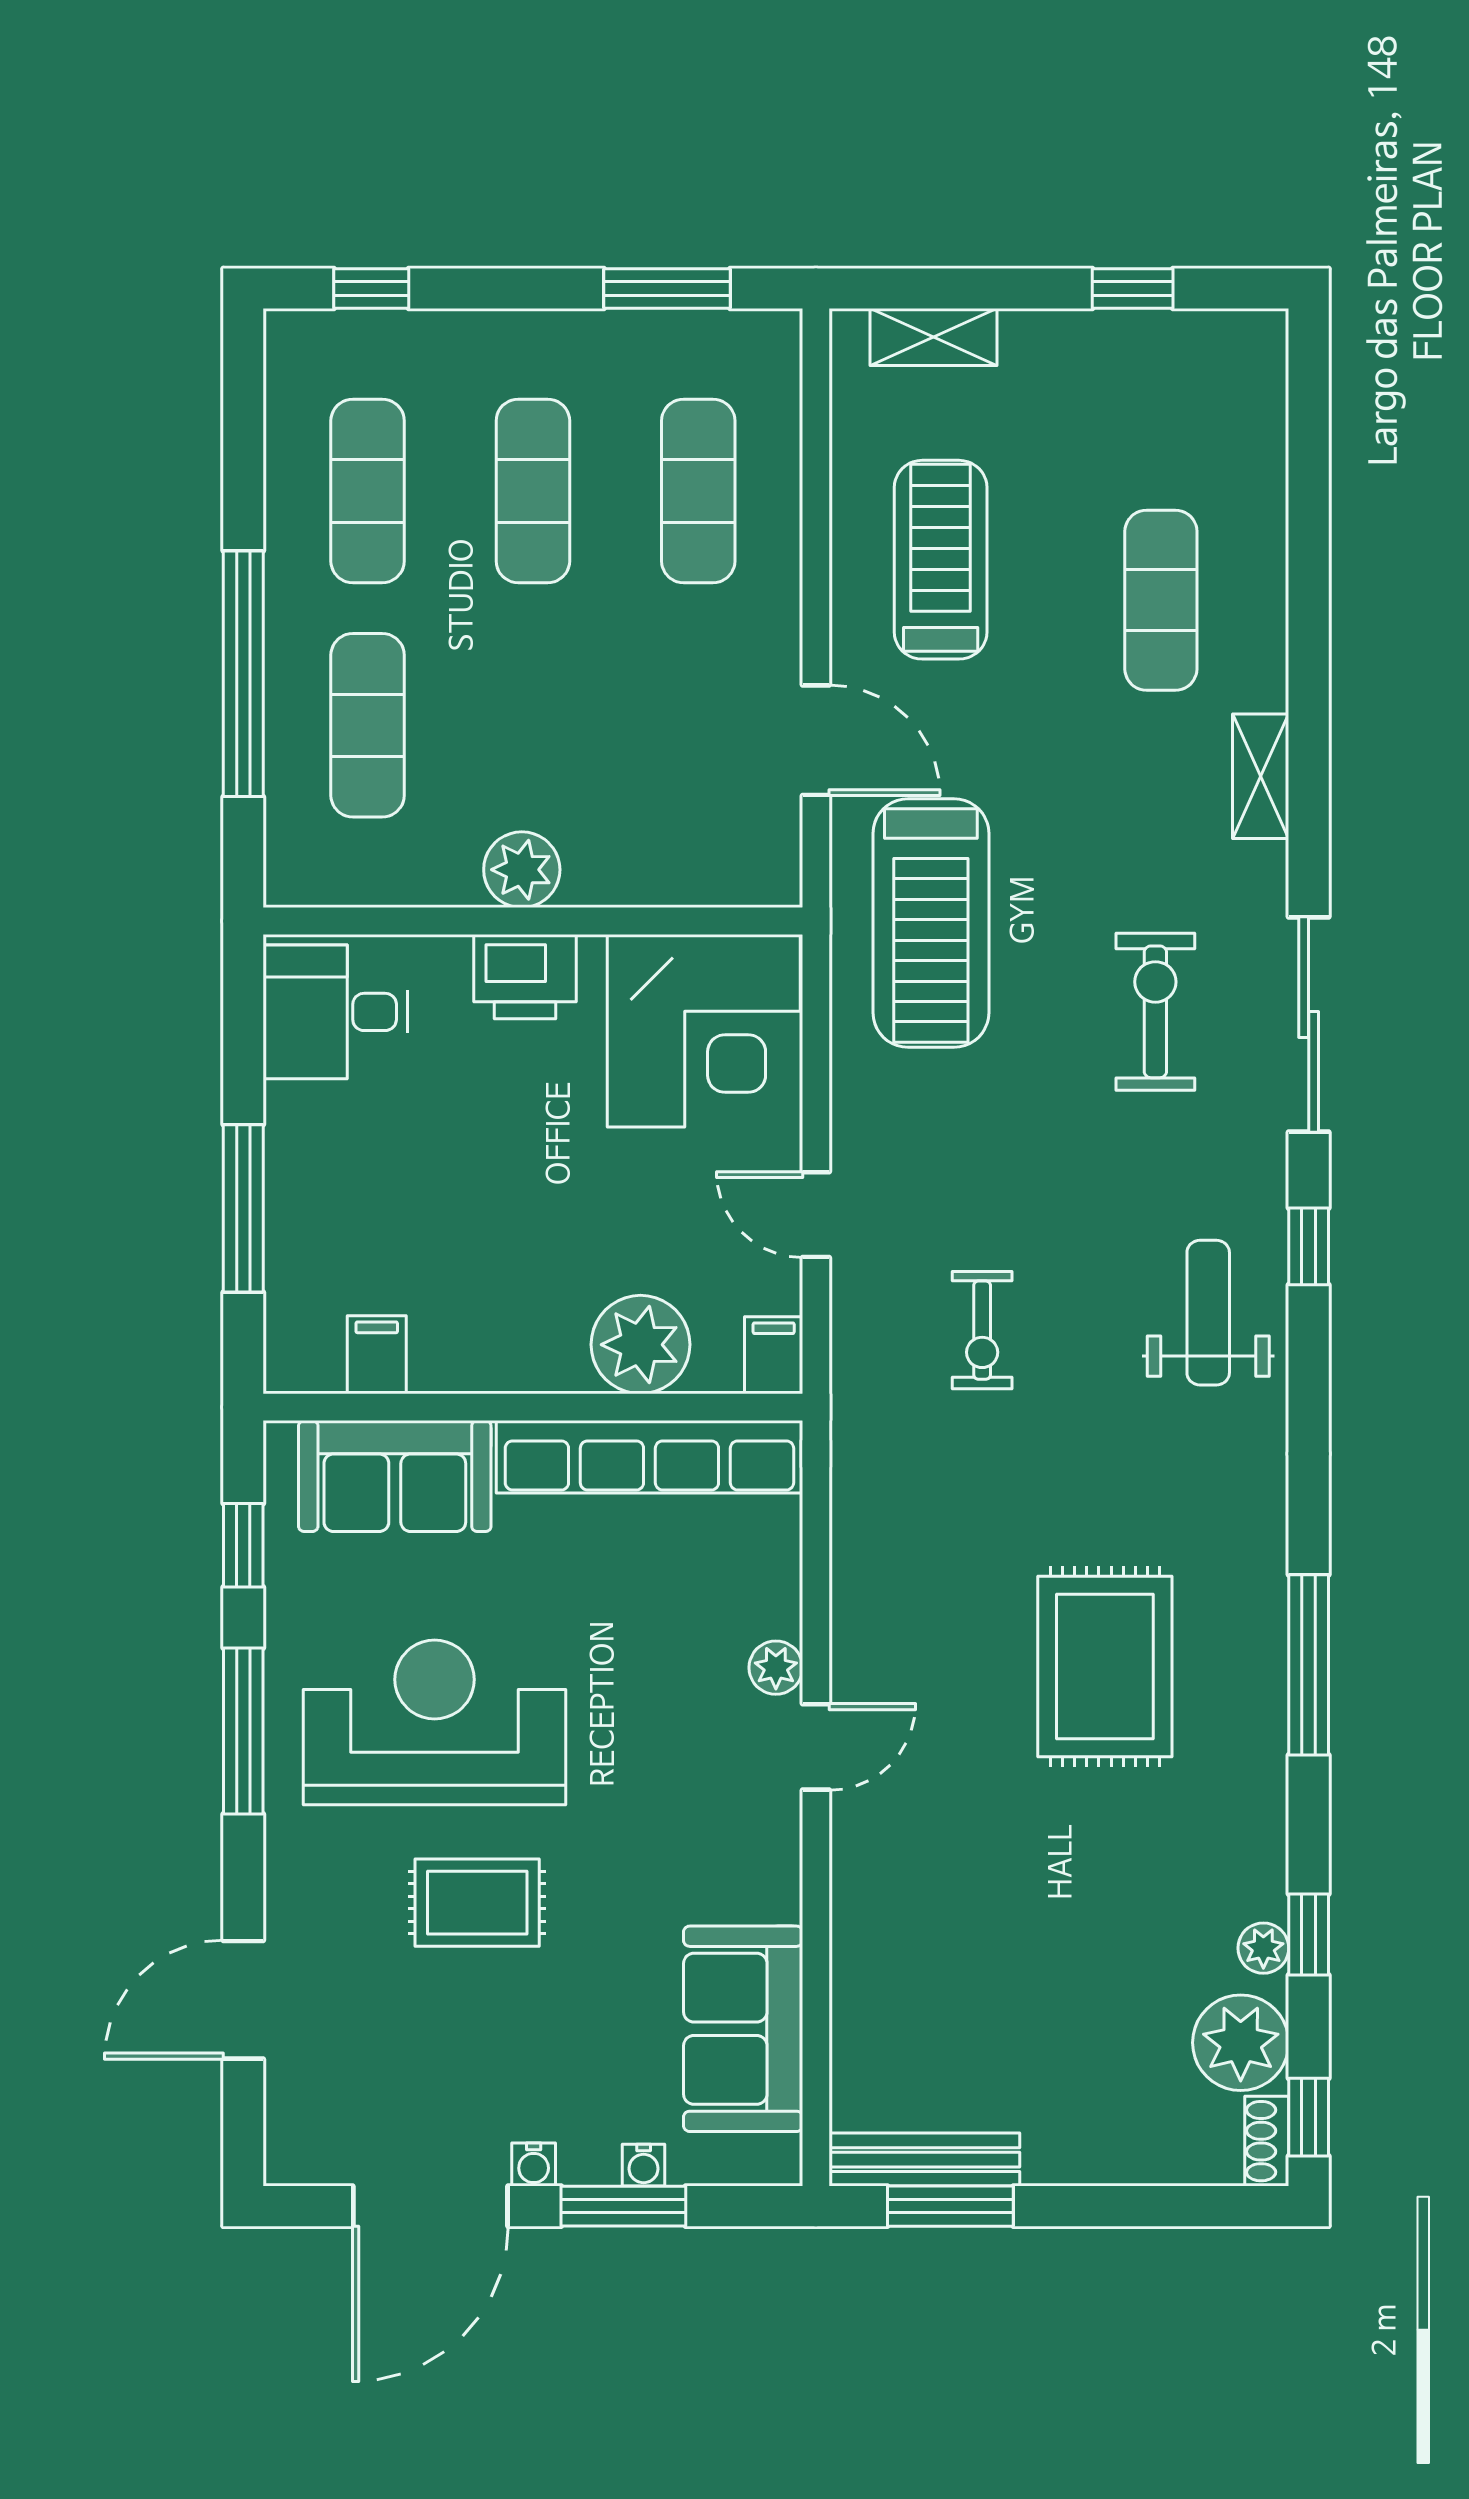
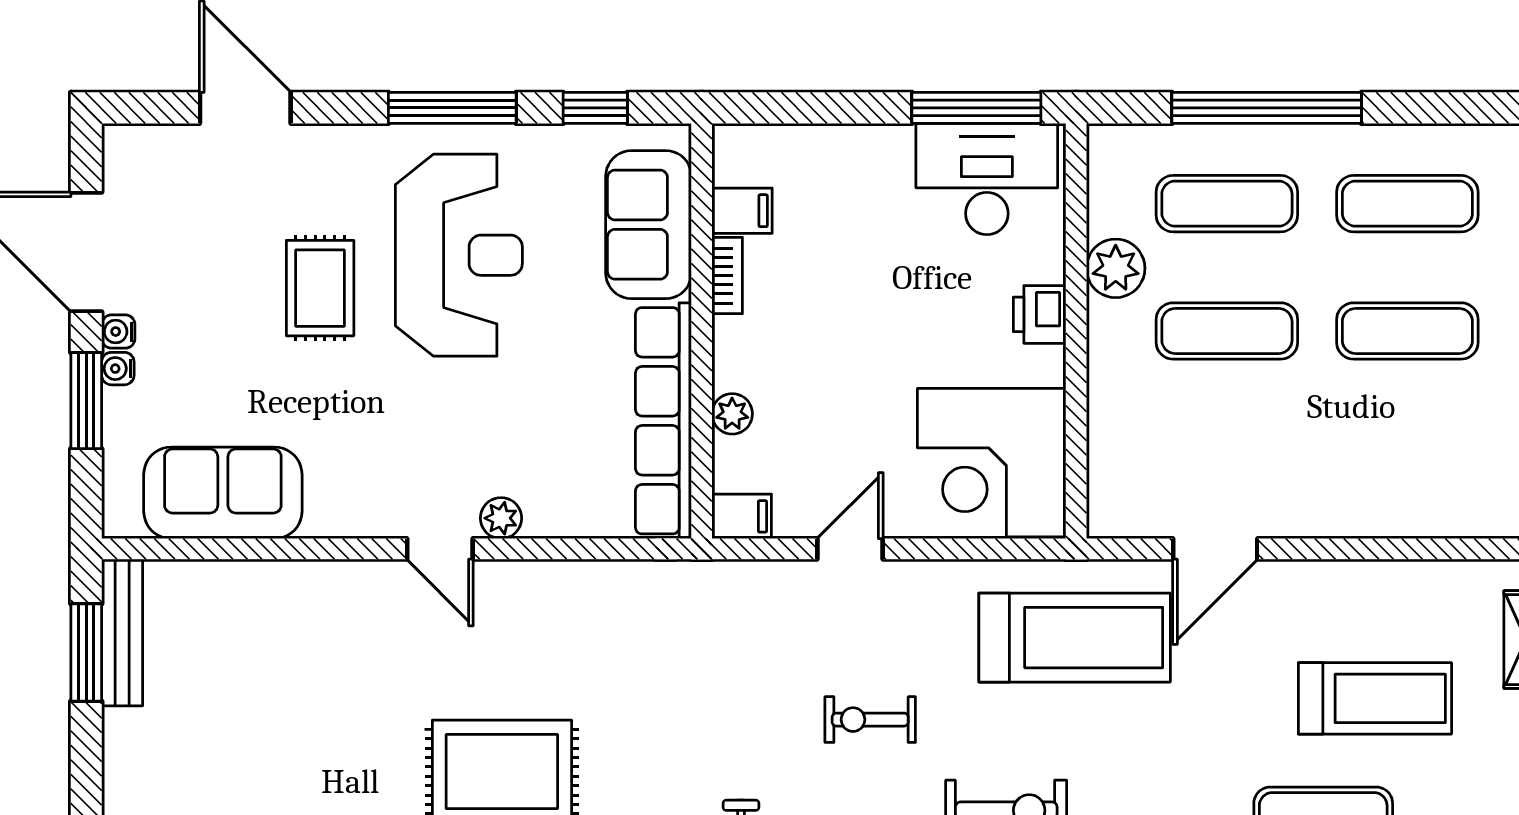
exercise mat: (698, 491) -> (1227, 331), moved
treadmill: (941, 560) -> (1375, 698), moved
plant: (522, 870) -> (1116, 268), moved
treadmill: (931, 923) -> (1075, 638), turned 180
printer: (525, 977) -> (1040, 314), width x0.73, depth x0.81
desk: (336, 1012) -> (987, 179), width x1.37
window: (243, 1208) -> (976, 108), moved
exercise bike: (982, 1330) -> (870, 720), moved
plant: (640, 1345) -> (732, 414), width x0.53, depth x0.53
bookcase: (461, 1374) -> (727, 276), added
water cooler: (644, 2165) -> (118, 369), moved

